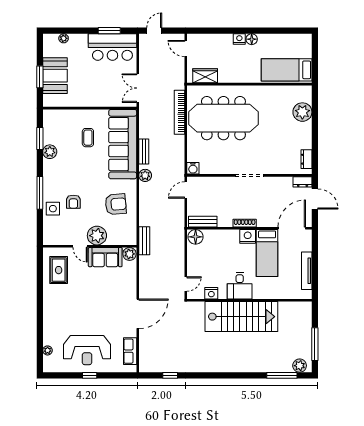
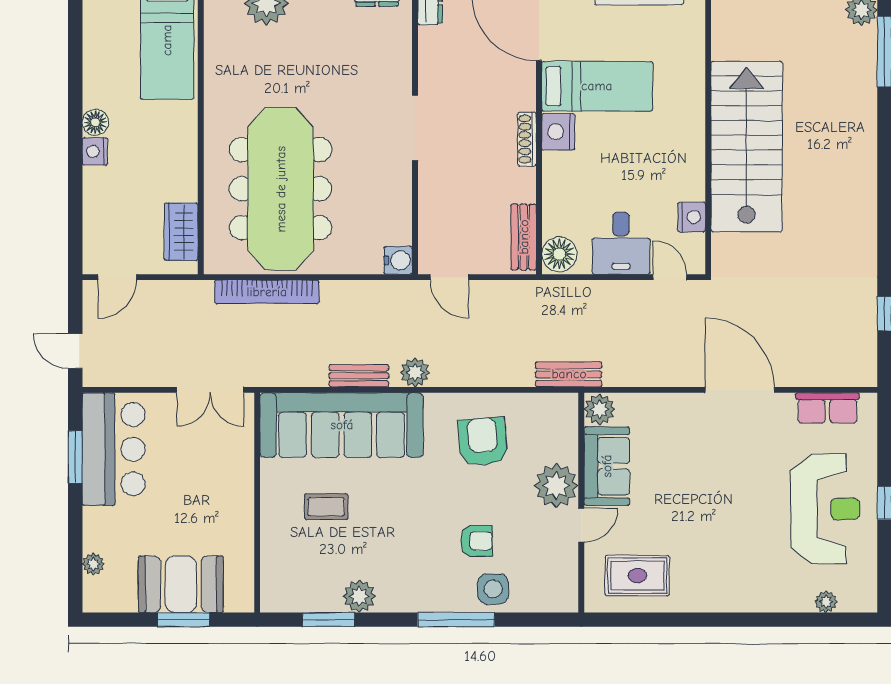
desk: (240, 286) -> (621, 243), moved, turned 90

